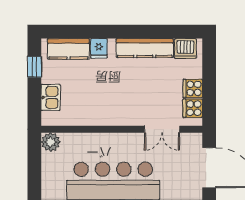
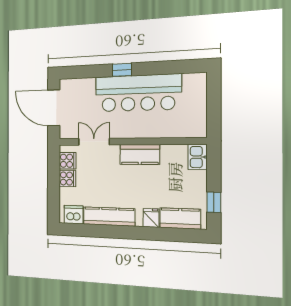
kitchen sink: (51, 97) -> (198, 157), moved
kitchen counter: (111, 115) -> (140, 155), added
plant: (51, 142) -> (198, 128), removed

